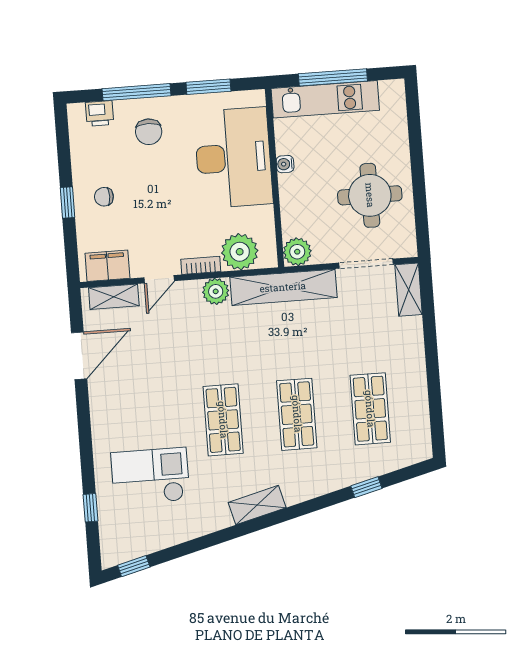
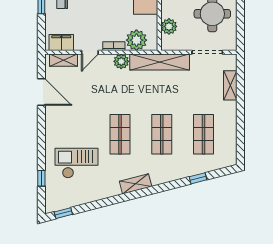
plant: (297, 252) -> (169, 26), moved
shelving: (409, 290) -> (230, 85), moved
door: (79, 356) -> (41, 92), hinge flipped

